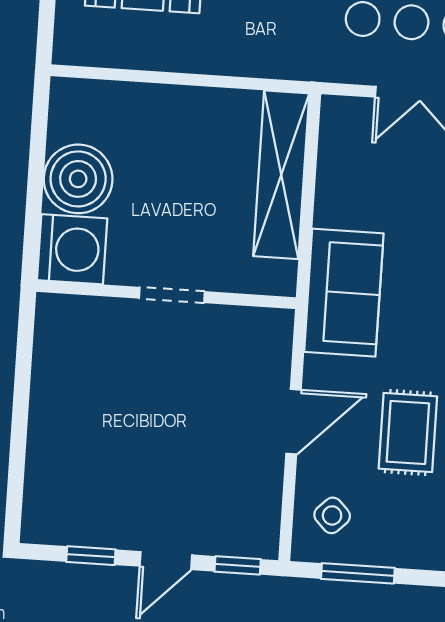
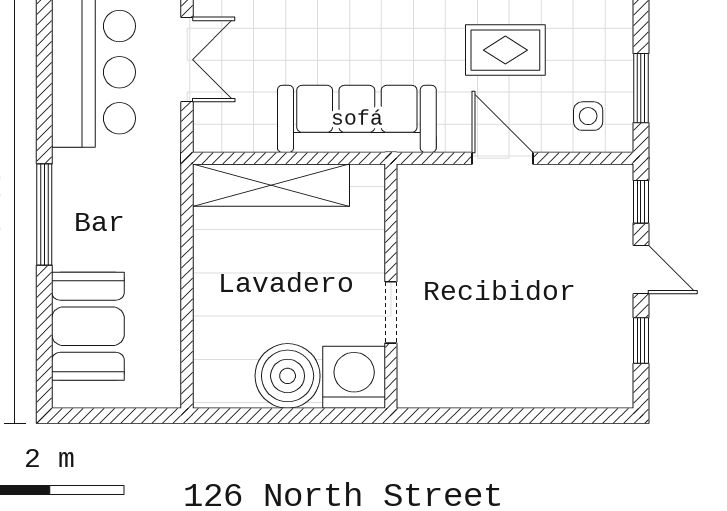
sofa: (344, 293) -> (357, 119), width x1.36
doorway: (172, 295) -> (391, 312), moved
side table: (332, 515) -> (588, 116), turned 45

